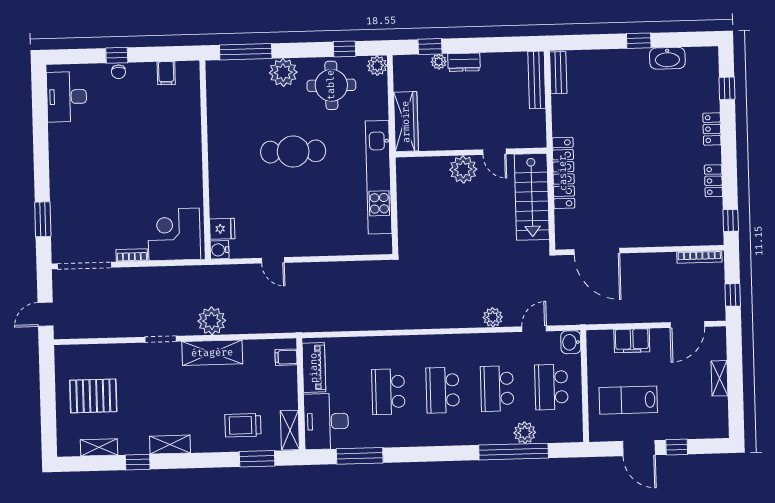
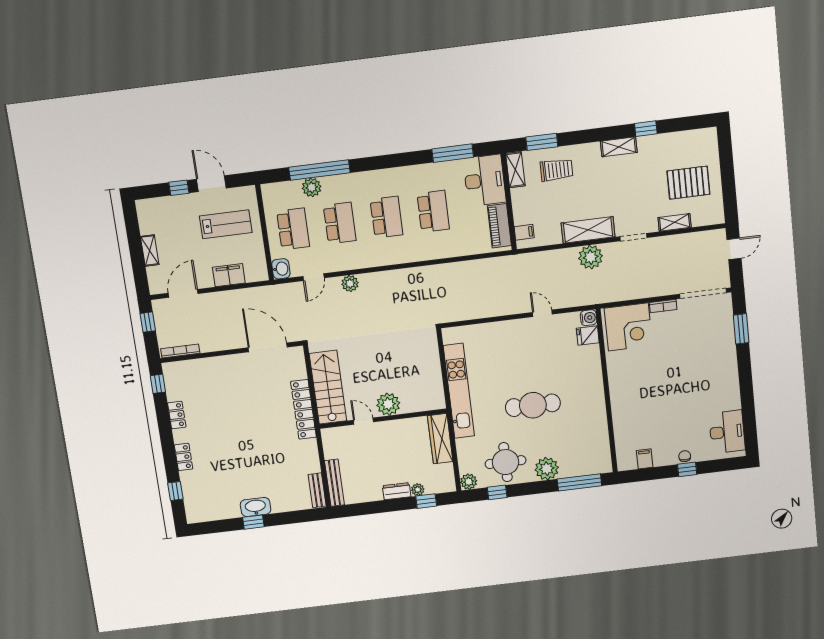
washbasin: (667, 58) -> (256, 507), moved
shelving: (99, 447) -> (675, 222), moved

